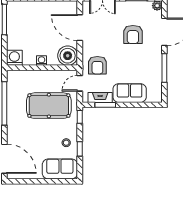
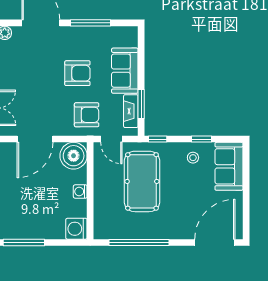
armchair: (133, 34) -> (77, 73), moved

